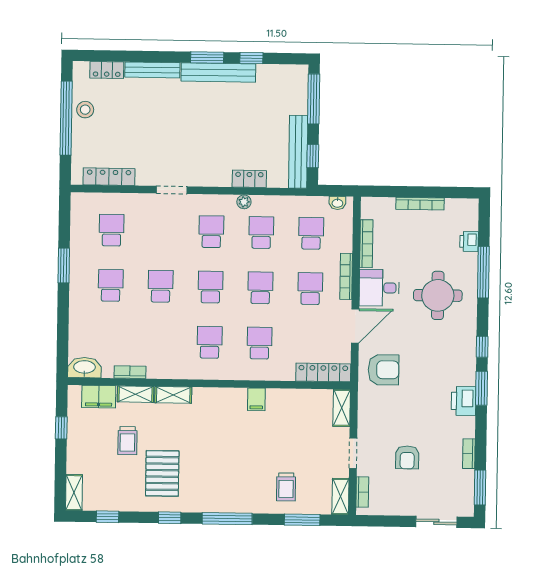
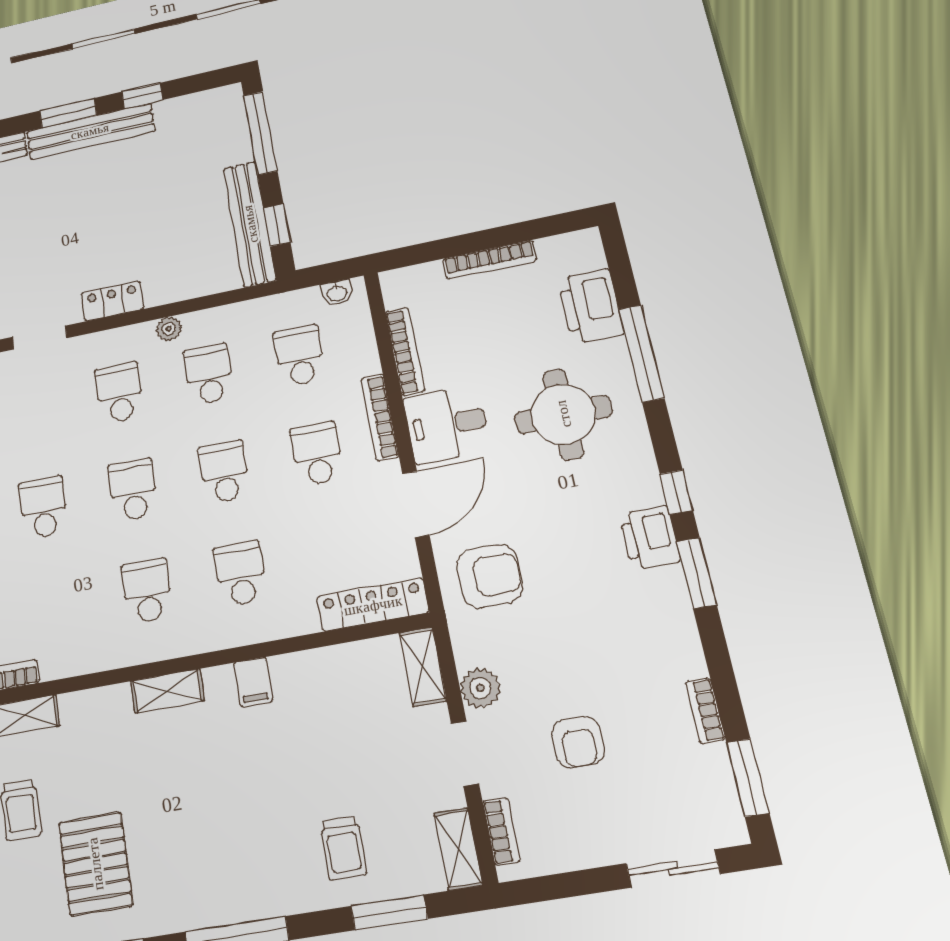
locker: (249, 179) -> (112, 301), moved
printer: (469, 241) -> (591, 306), width x1.87, depth x1.48
shelving: (173, 395) -> (167, 691), moved
printer: (464, 401) -> (650, 538), moved
plant: (367, 423) -> (480, 688), added

